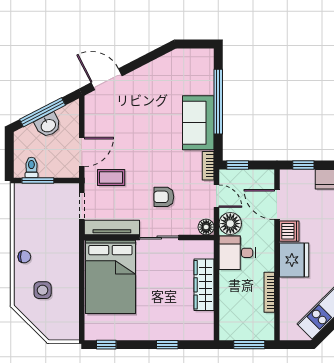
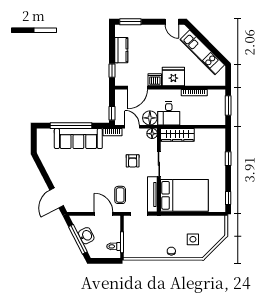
sofa: (198, 123) -> (78, 139), width x1.36
door: (217, 196) -> (132, 127), hinge flipped
wardrobe: (204, 285) -> (177, 135), moved

